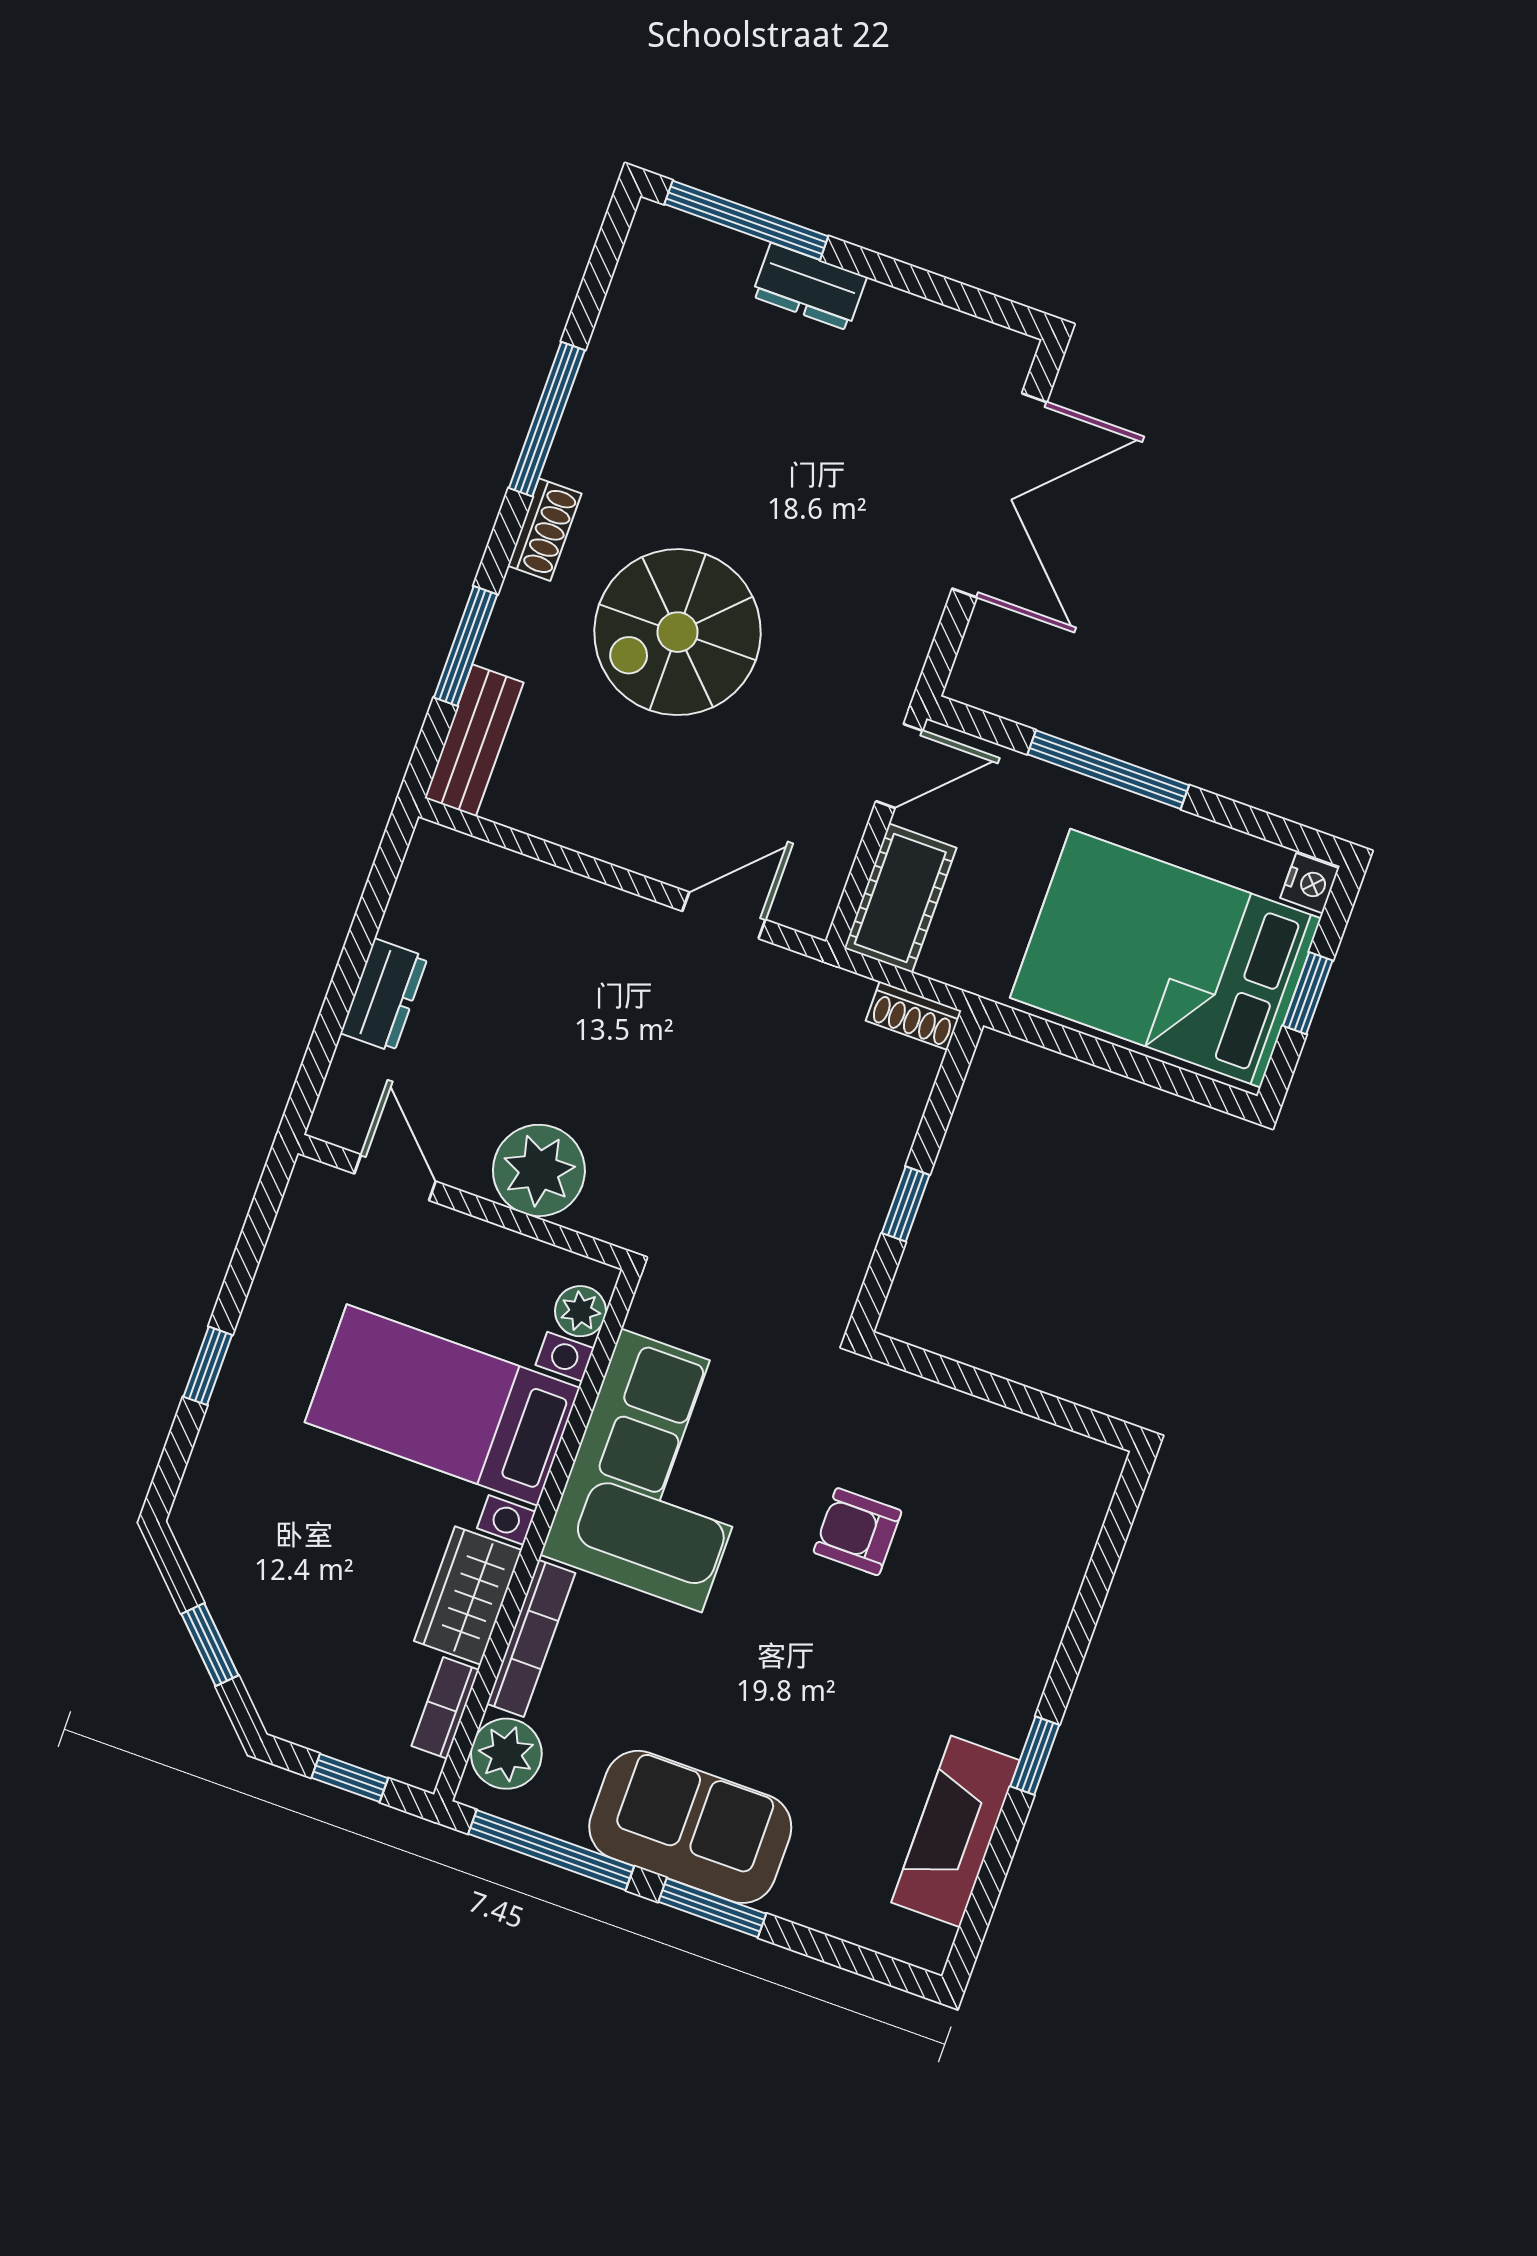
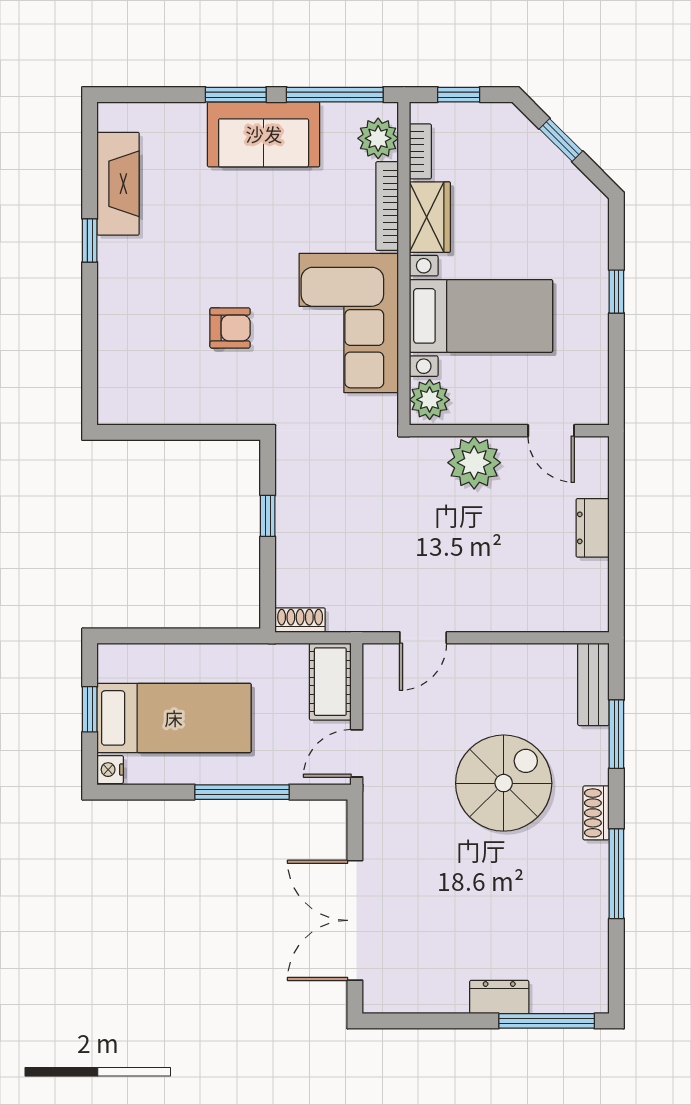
bed: (1166, 958) -> (174, 718), width x0.67
plant: (580, 1311) -> (430, 400), width x1.38, depth x1.38

